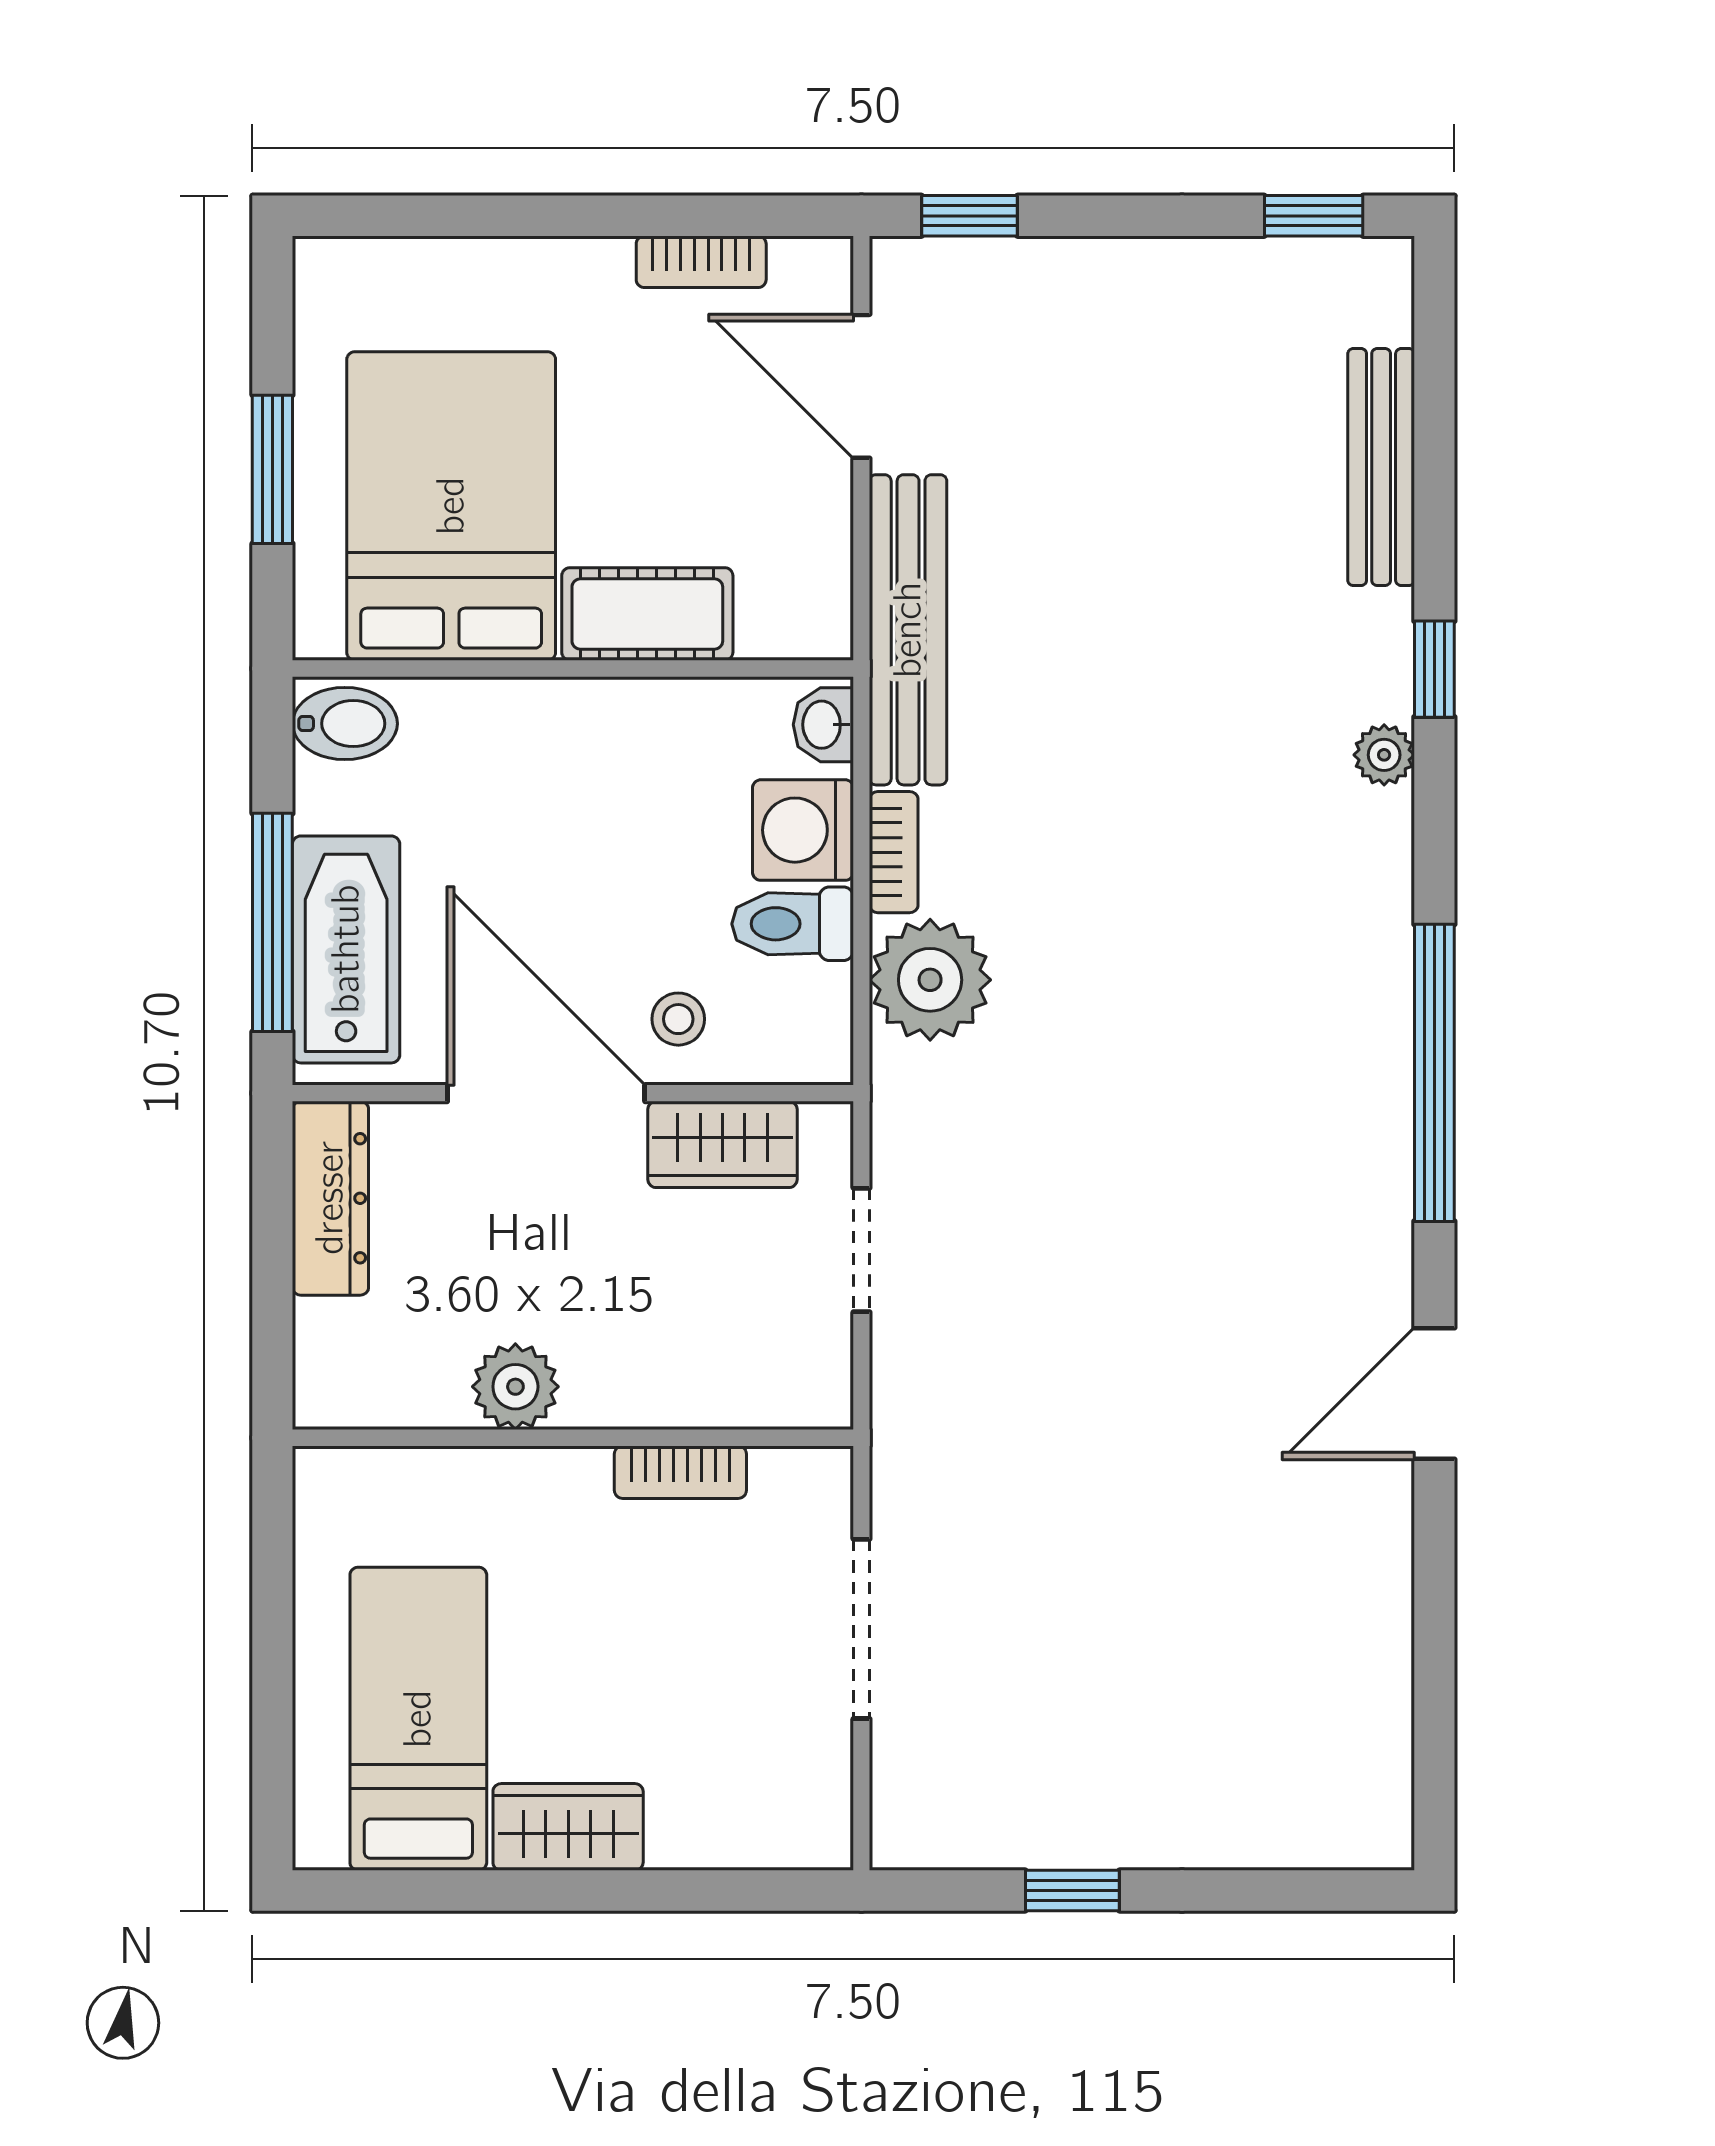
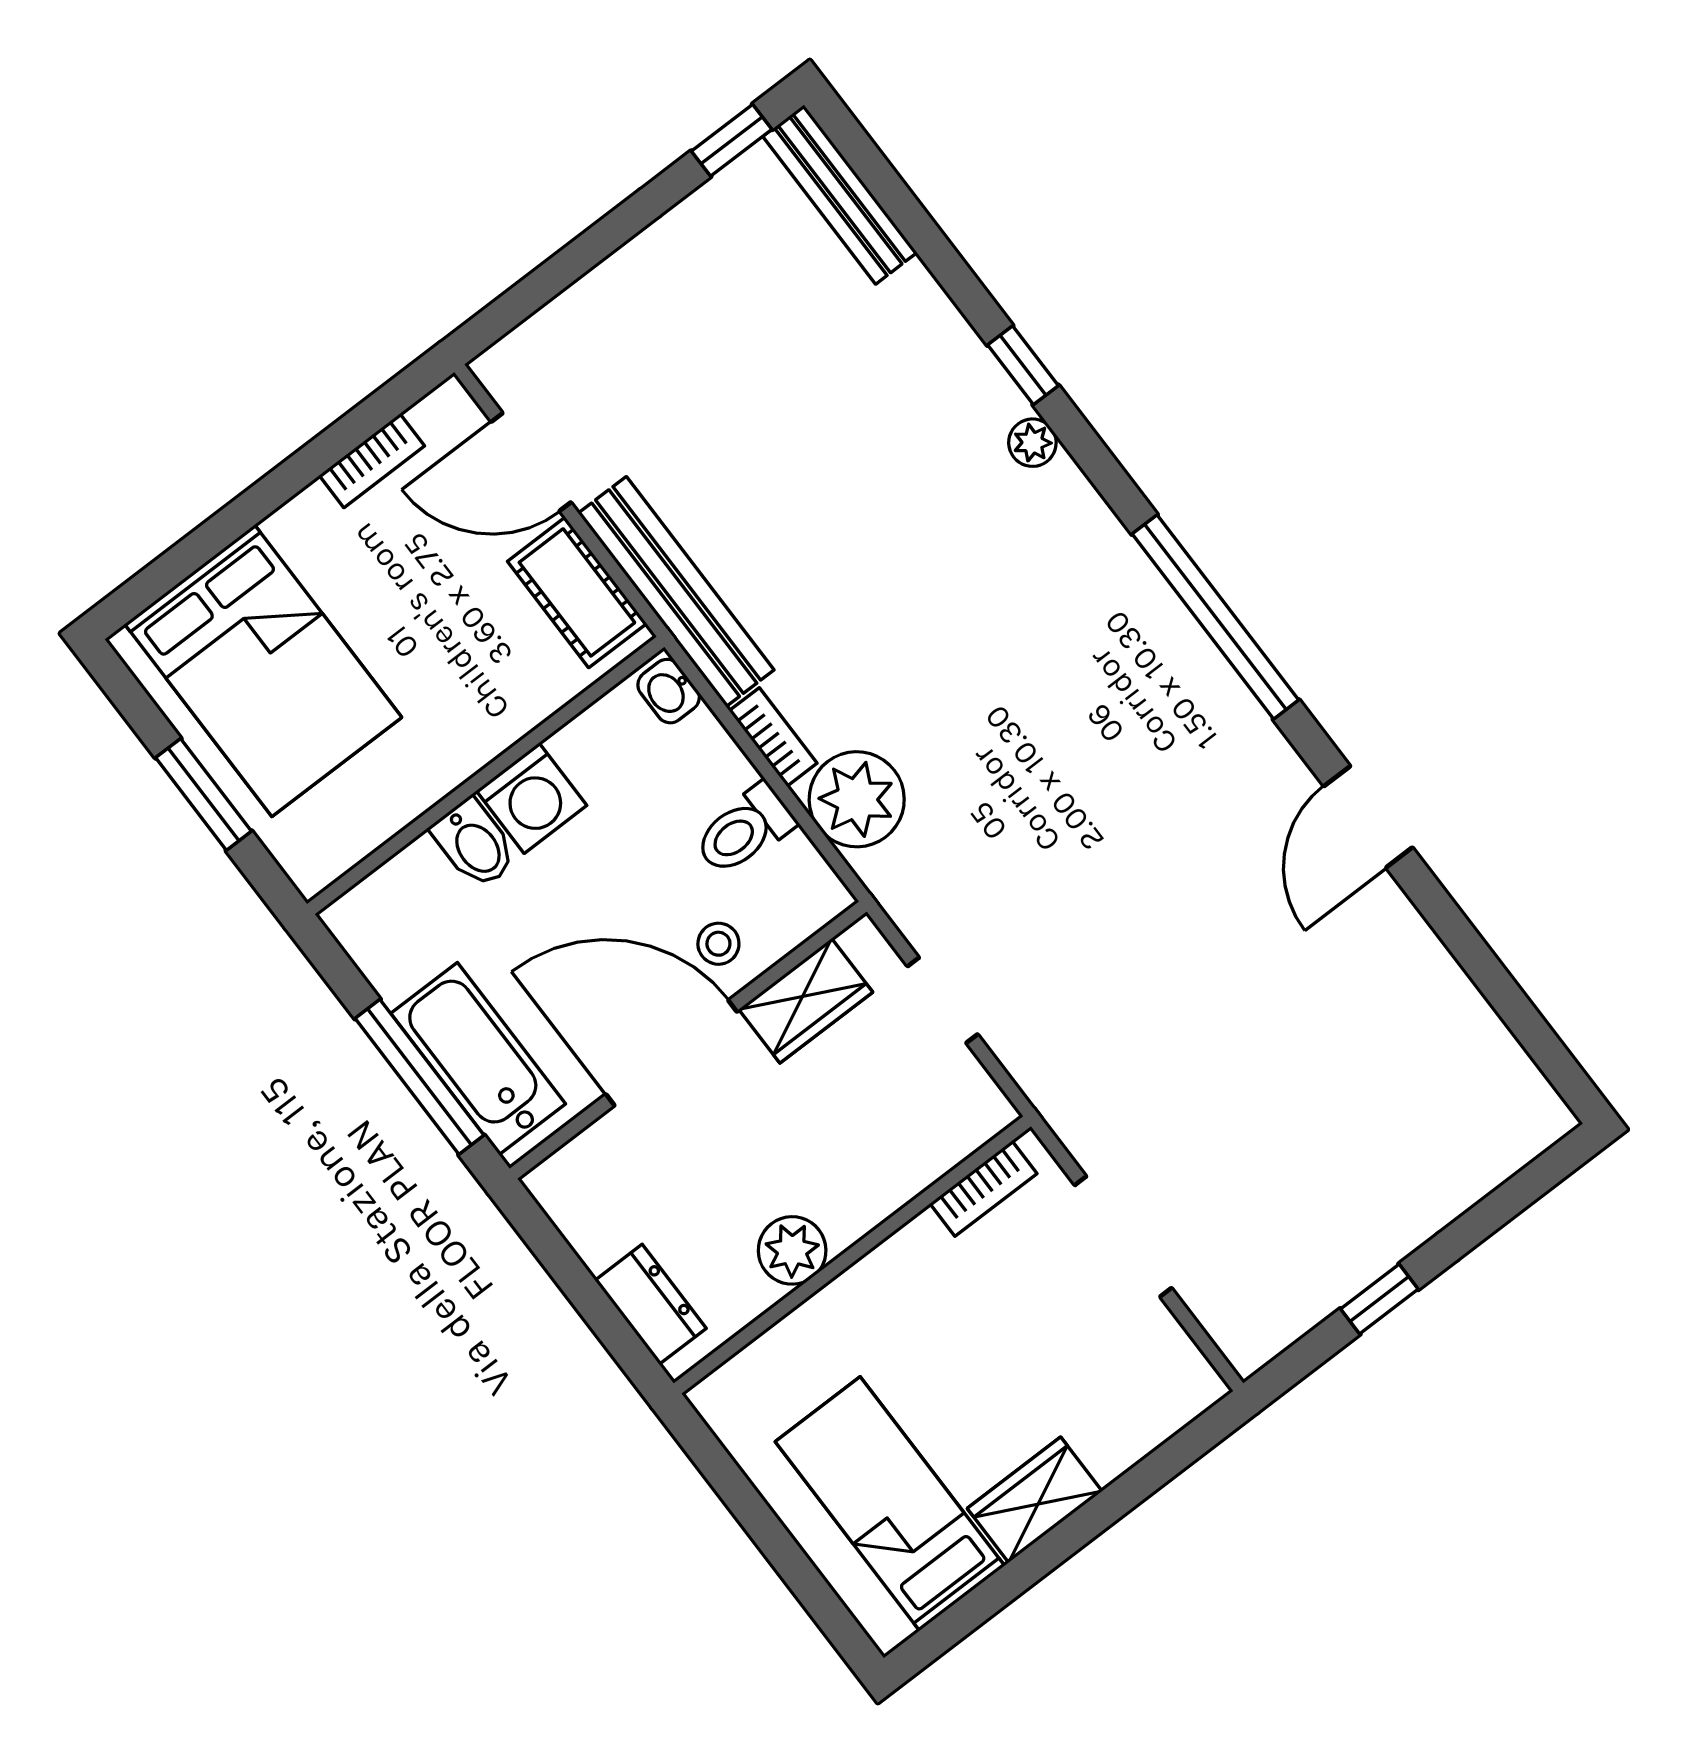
window: (969, 216) -> (517, 304), removed
bench: (1381, 467) -> (840, 194), moved
bed: (451, 506) -> (263, 671), moved, turned 180
cot: (647, 614) -> (577, 592), moved, turned 90
bidet: (345, 724) -> (474, 844), moved, turned 90
washing machine: (803, 830) -> (531, 798), moved, turned -90
dresser: (330, 1198) -> (651, 1304), moved, width x0.70
bookcase: (680, 1472) -> (983, 1189), moved

